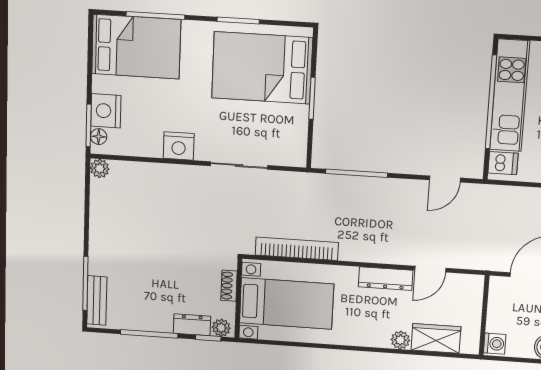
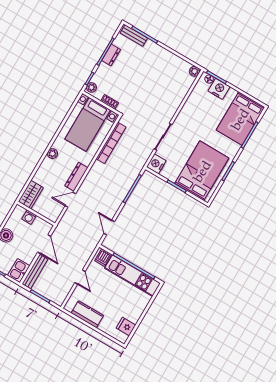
nightstand: (179, 146) -> (156, 164), moved
door: (430, 269) -> (70, 200), hinge flipped
dresser: (192, 325) -> (111, 55), moved
wardrobe: (436, 338) -> (31, 195), moved
plant: (400, 340) -> (52, 154), moved
washing machine: (495, 344) -> (29, 217), moved

